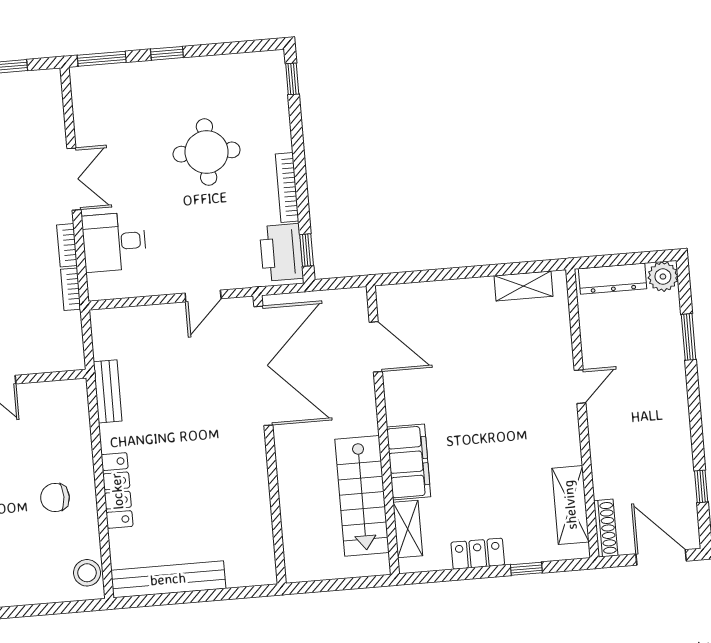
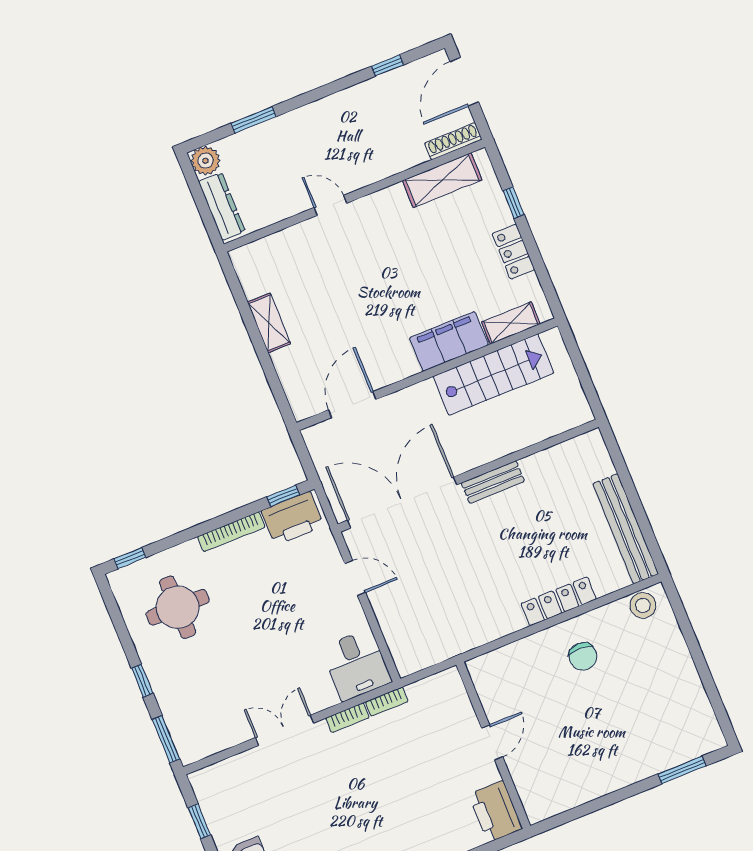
round table: (207, 152) -> (178, 607), moved
desk: (114, 242) -> (356, 665), moved
shelving: (524, 286) -> (269, 323), moved
bench: (108, 391) -> (493, 482), moved

